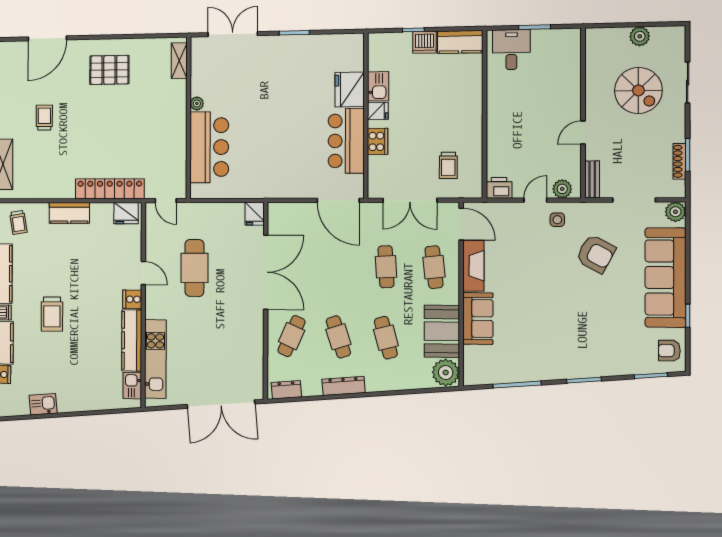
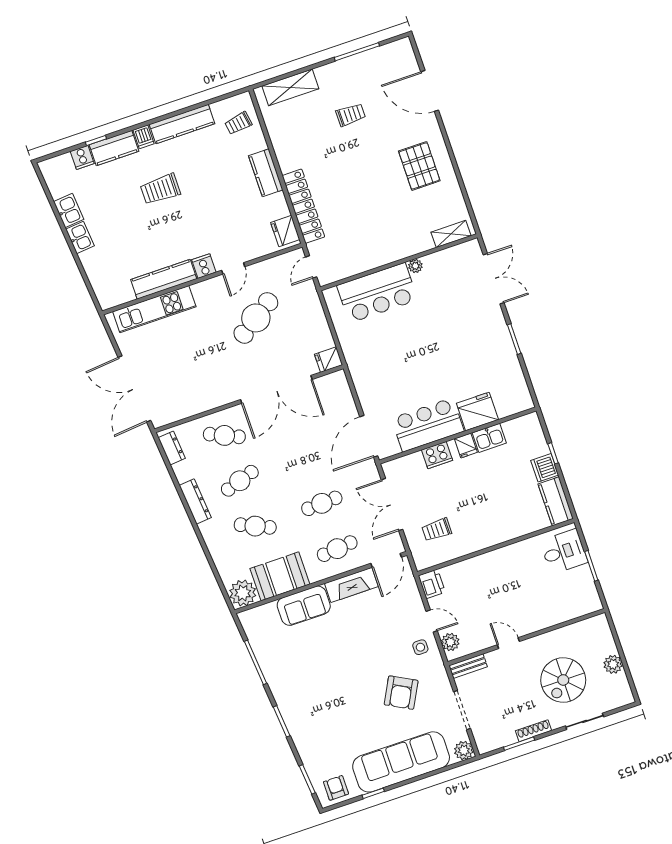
shoe rack: (679, 161) -> (534, 731), moved
cafe table: (194, 268) -> (256, 318), turned -34
cafe table: (386, 338) -> (255, 526), turned 39
kitchen sink: (132, 386) -> (80, 238), moved, turned 85

